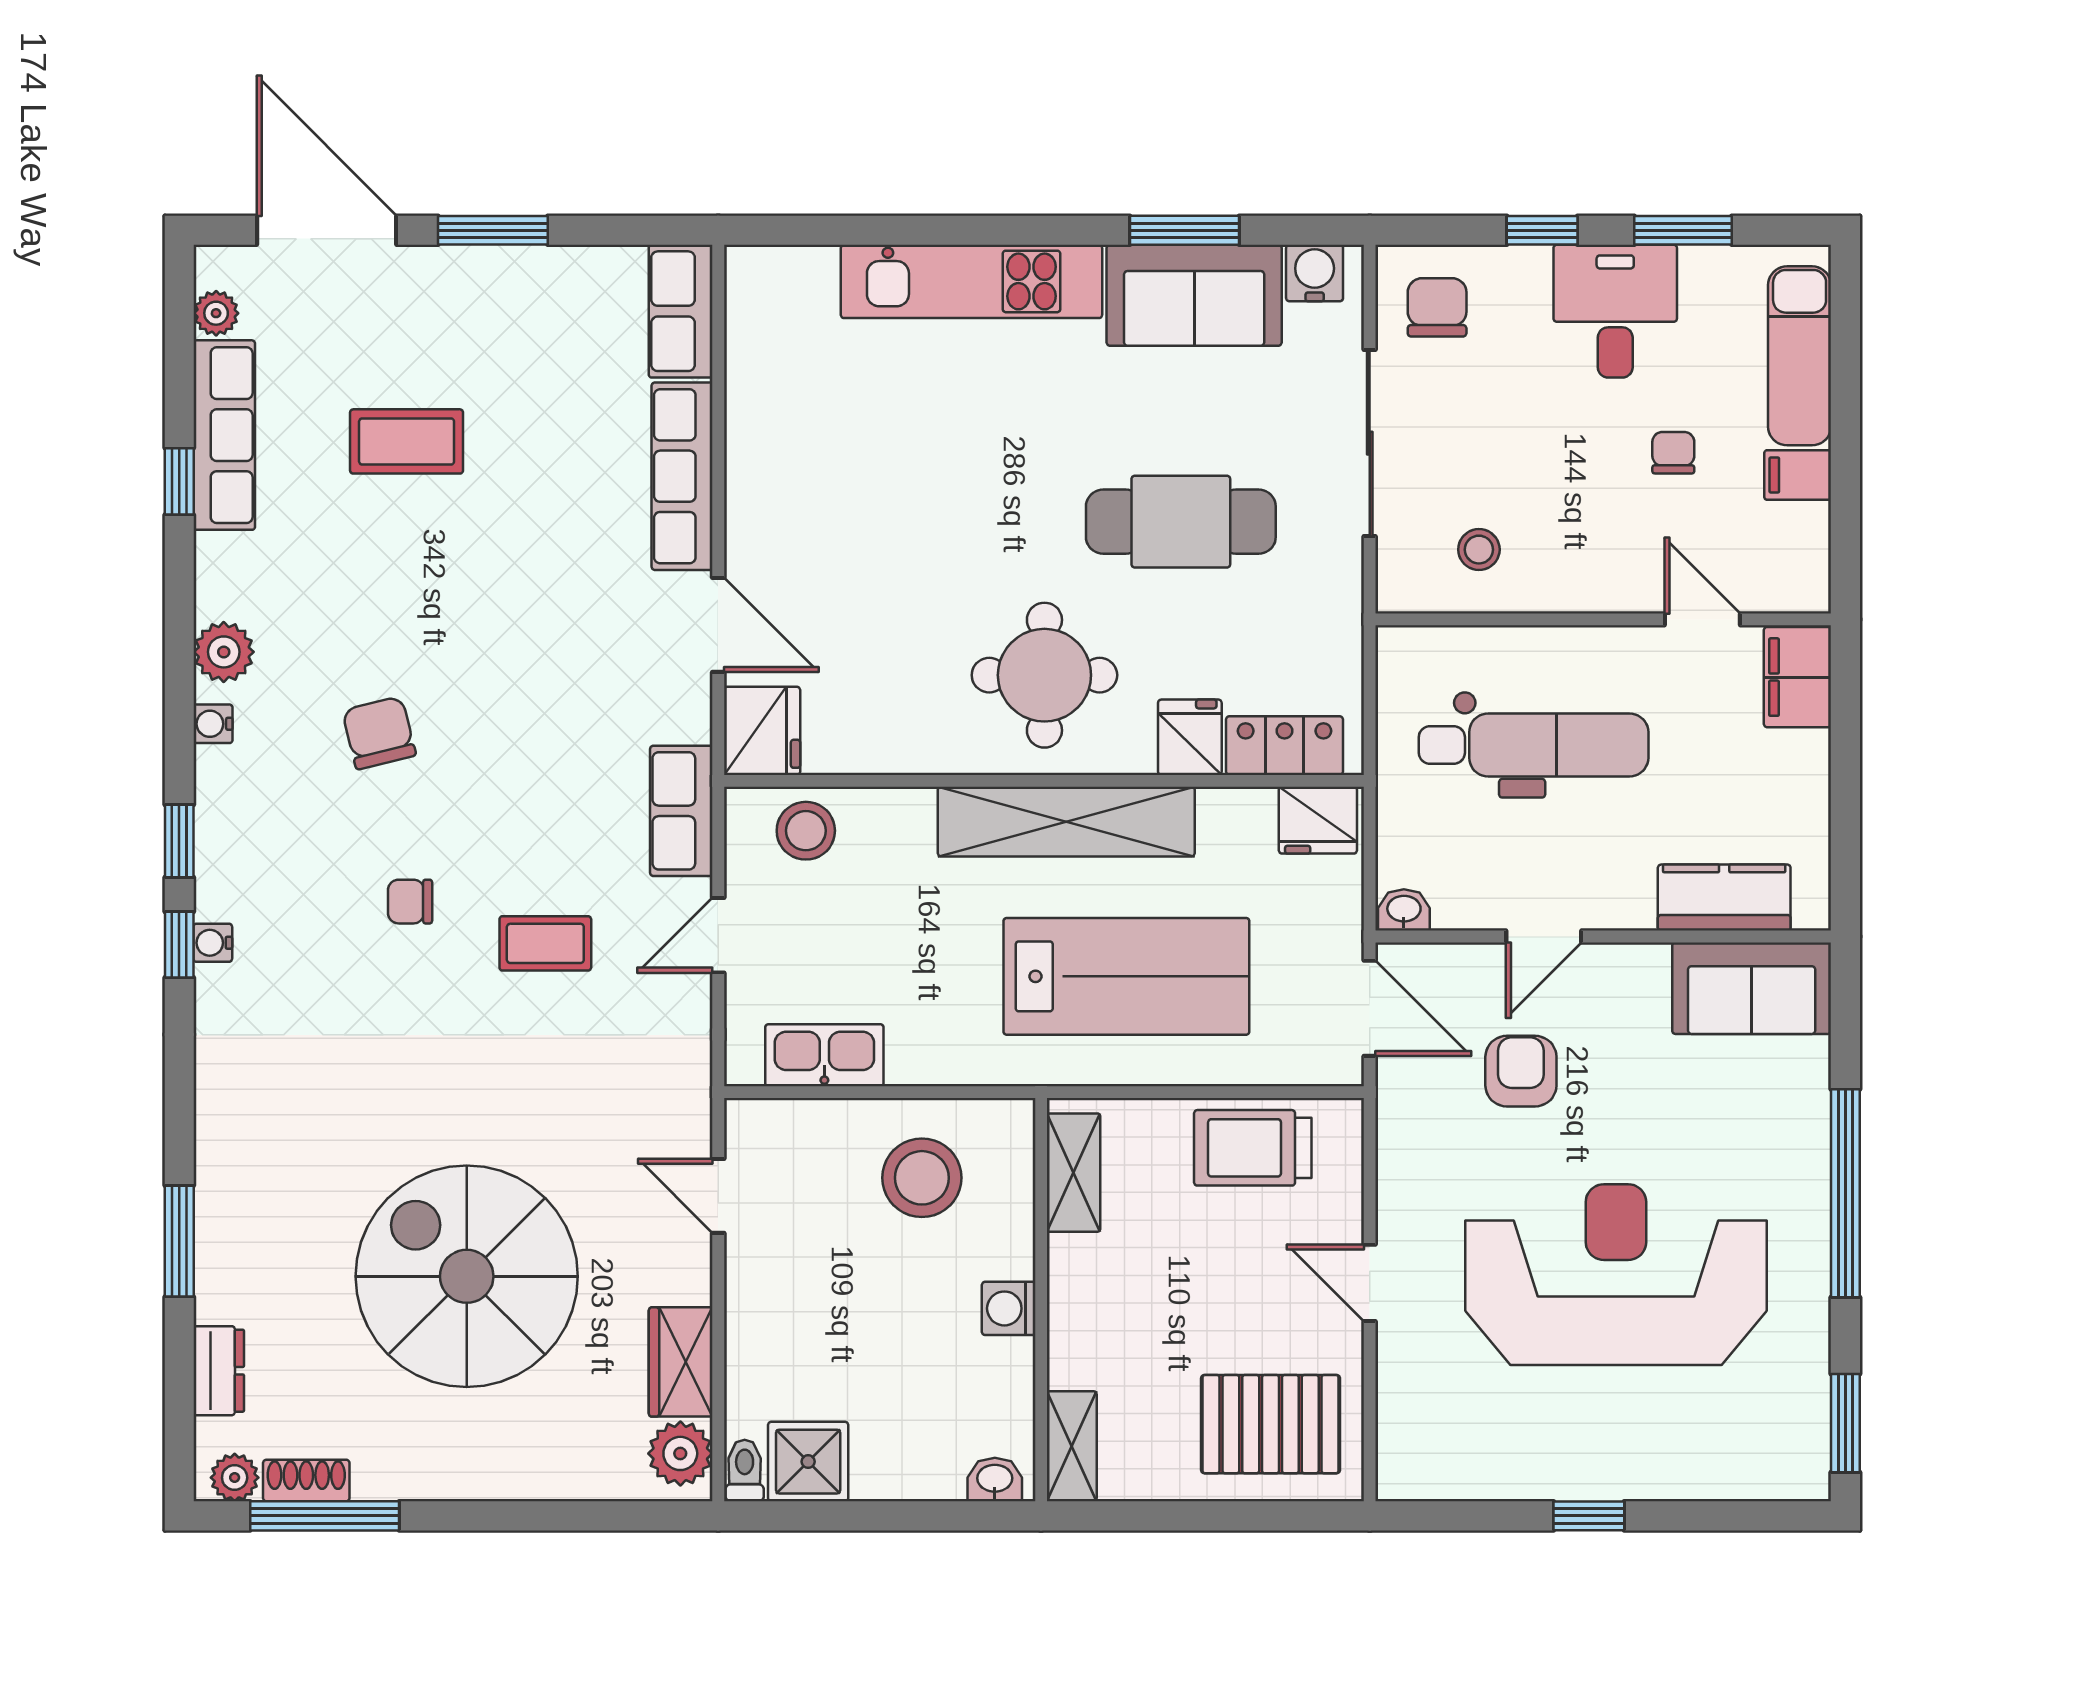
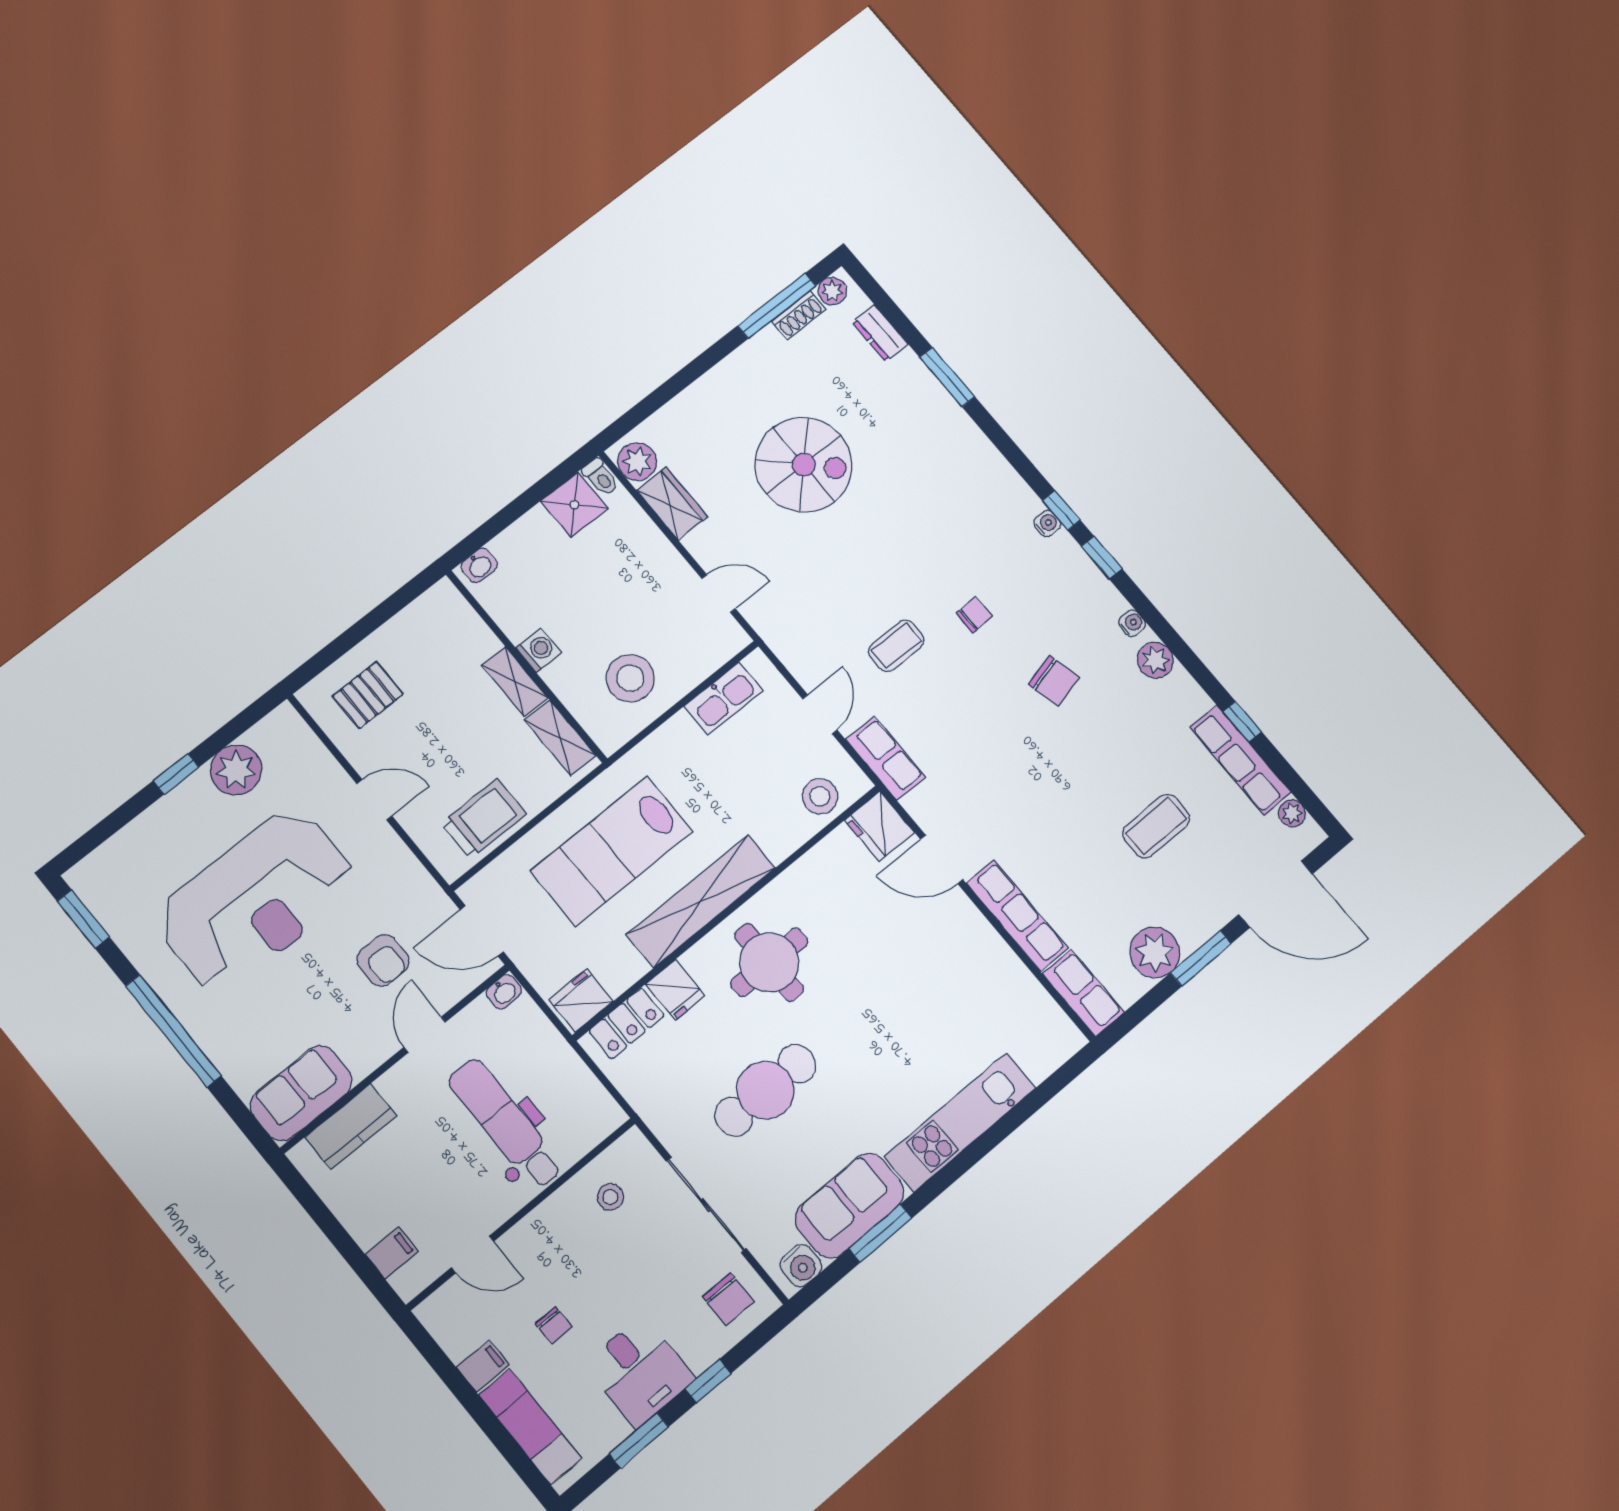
plant: (546, 286) -> (1155, 952), added
filing cabinet: (1797, 677) -> (392, 1253), width x0.50
dental chair: (1534, 745) -> (506, 1124), turned 90
spiral stairs: (467, 1276) -> (804, 465), width x0.73, depth x0.73
pallet: (1271, 1424) -> (368, 695), width x0.67, depth x0.71
shelving: (1072, 1446) -> (515, 682), moved
plant: (1511, 1461) -> (236, 770), added

